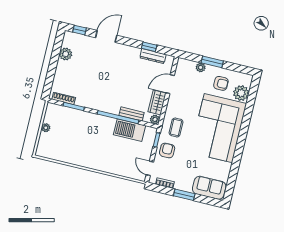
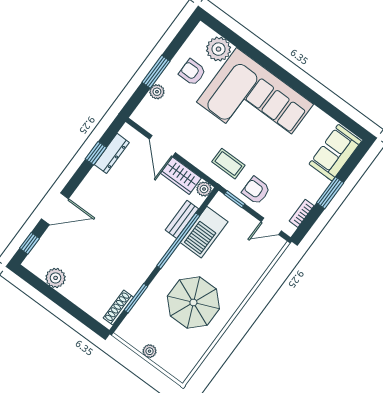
door: (106, 36) -> (55, 209), swing flipped
armchair: (221, 83) -> (192, 72), turned -90
parasol: (85, 141) -> (193, 302), added

